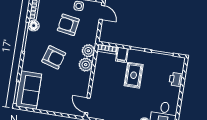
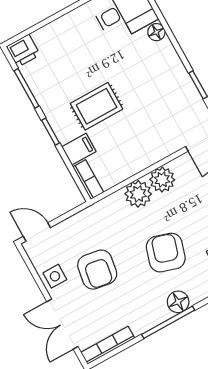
door: (102, 12) -> (37, 232), hinge flipped
floor lamp: (34, 26) -> (178, 302), moved
plant: (88, 51) -> (162, 180), moved
printer: (176, 79) -> (23, 51), moved

